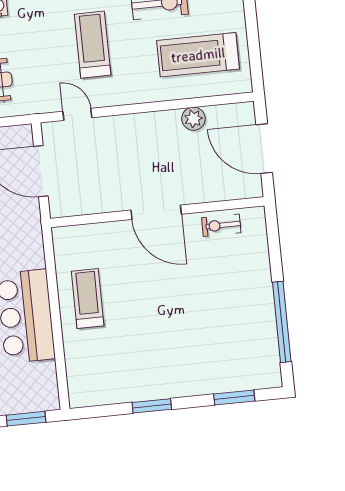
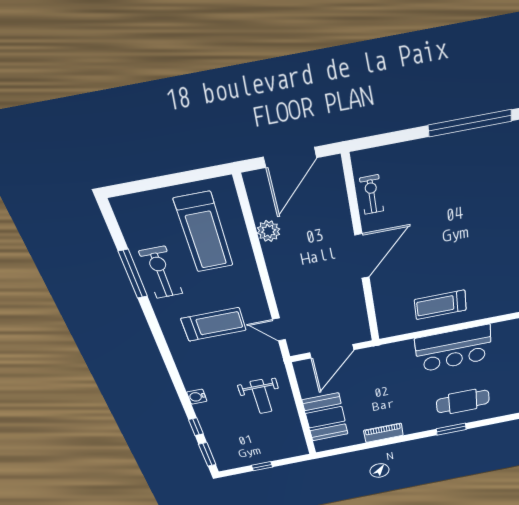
treadmill: (93, 45) -> (214, 324), turned 180
door: (77, 114) -> (279, 330), hinge flipped
exercise bike: (221, 225) -> (372, 195), turned 180

